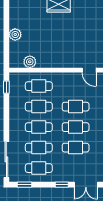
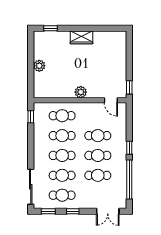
plant: (30, 62) -> (81, 92), moved
window: (62, 185) -> (73, 211), moved

